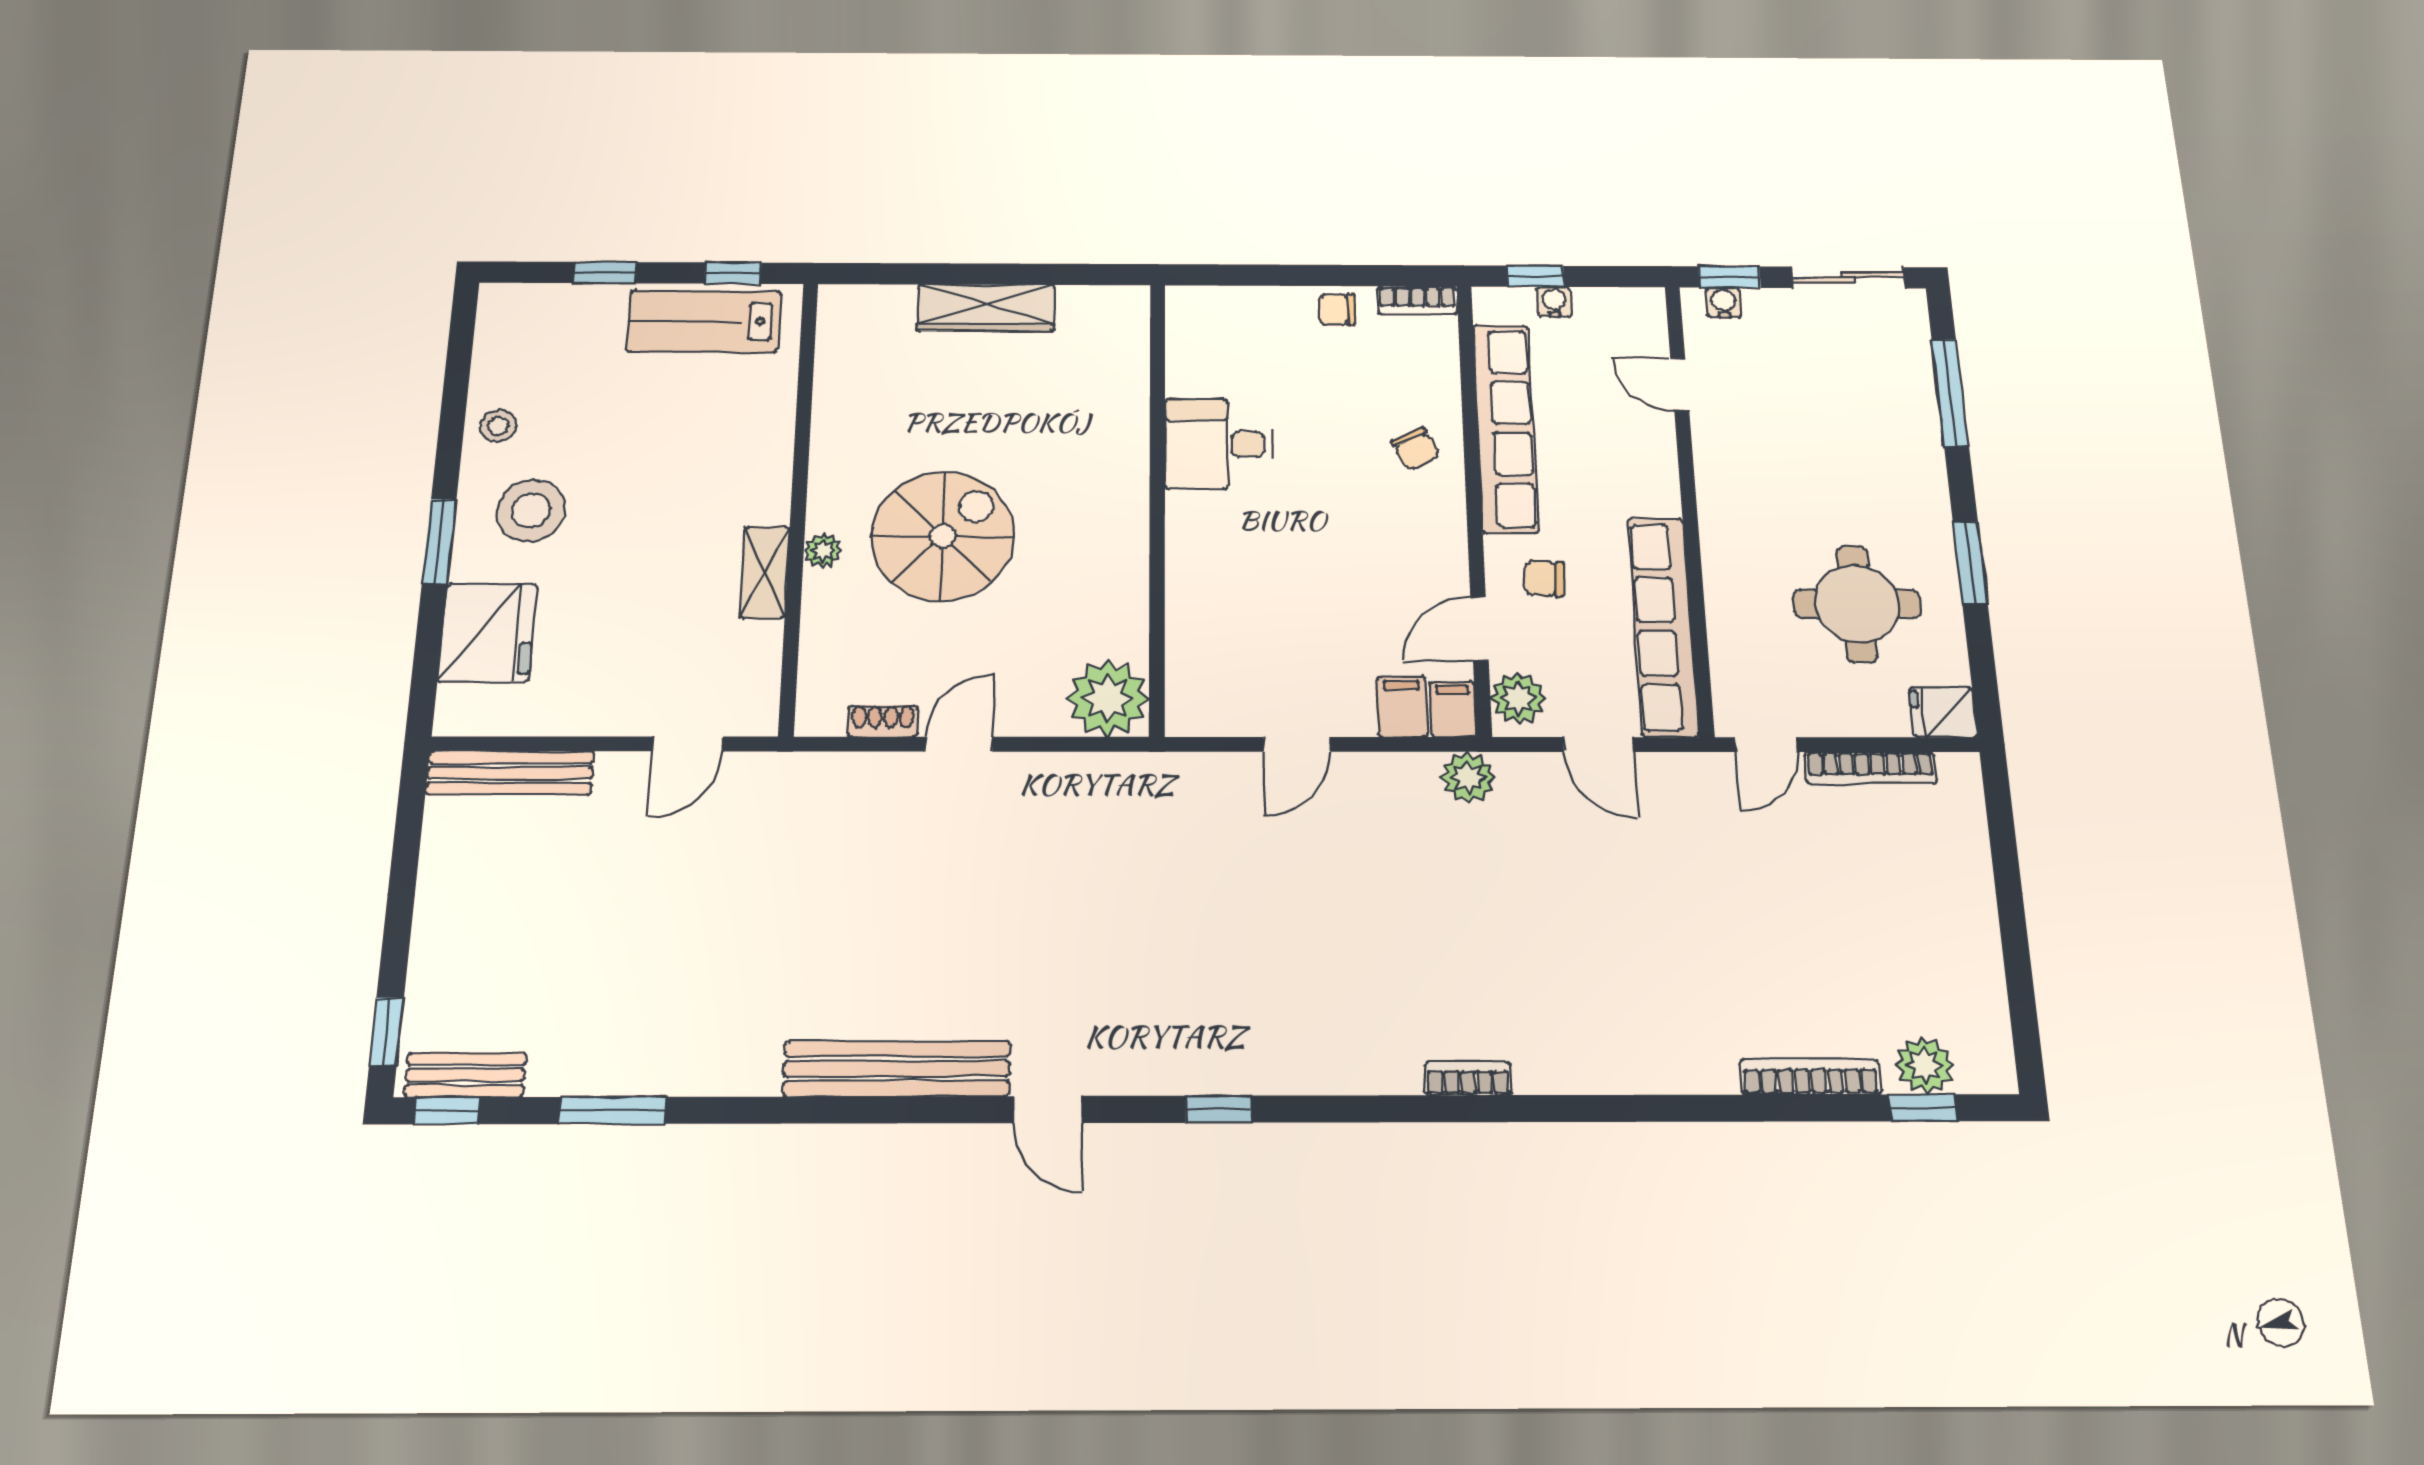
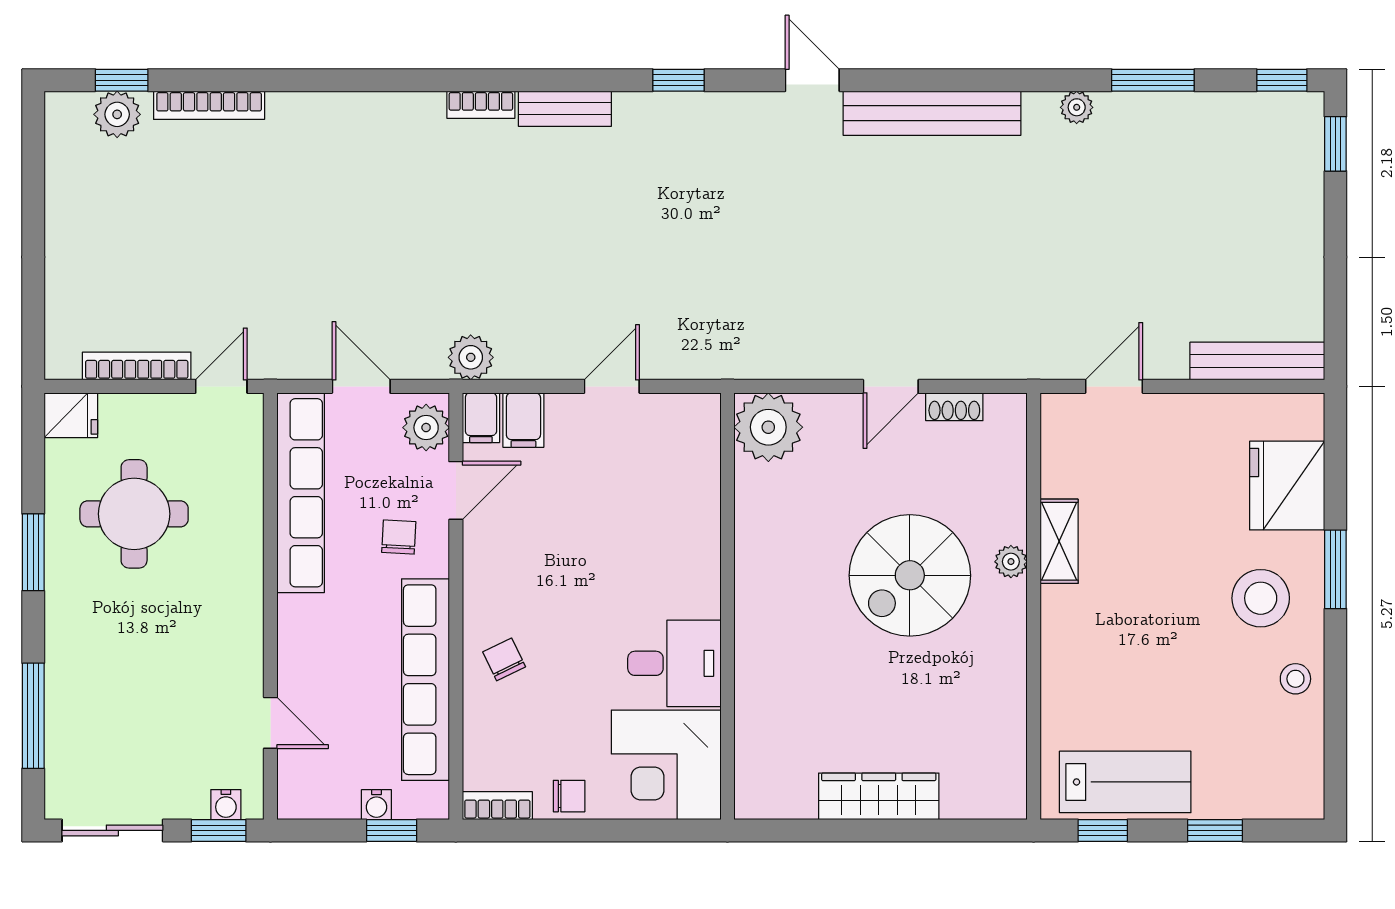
corner desk: (1227, 340) -> (666, 765), added
chair: (1544, 578) -> (399, 537), turned -91
bench: (465, 1075) -> (565, 109), moved
plant: (712, 1076) -> (1077, 107), added

